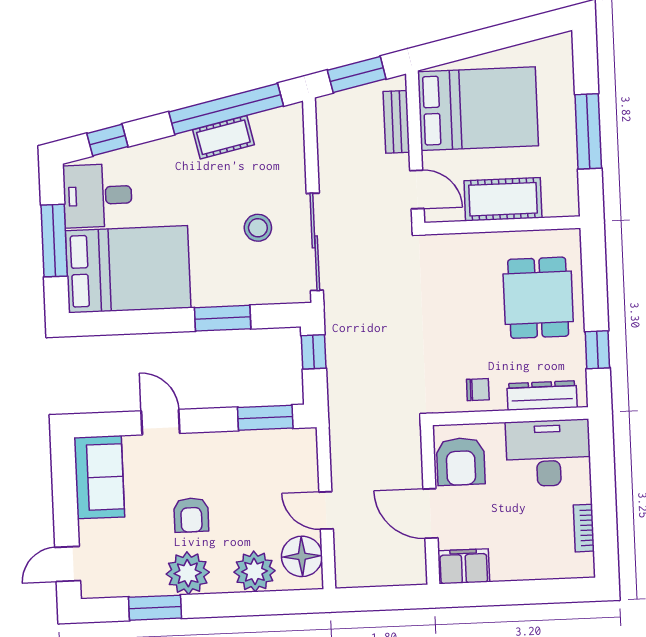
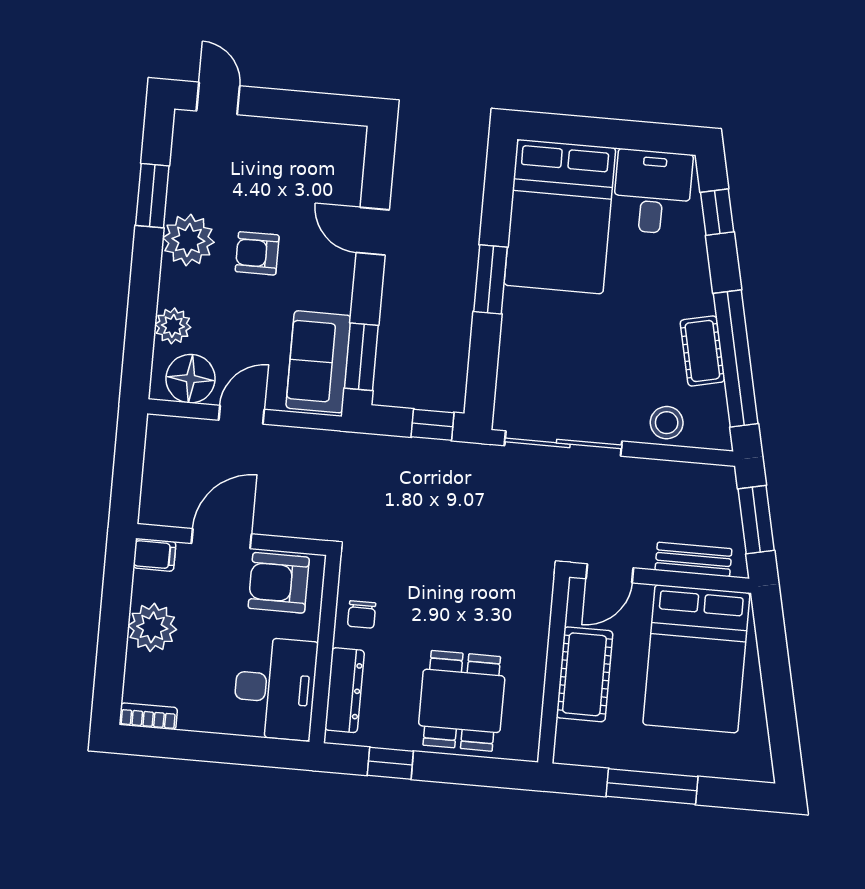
stool: (258, 228) -> (667, 423), moved
window: (54, 241) -> (606, 133), removed
dining table: (538, 298) -> (462, 701), turned 90
window: (223, 318) -> (491, 279), moved
door: (161, 422) -> (373, 231), swing flipped
sofa: (99, 477) -> (319, 362), moved, turned 90
bookcase: (584, 528) -> (148, 716), moved
plant: (511, 561) -> (152, 627), added
filing cabinet: (464, 566) -> (155, 555), width x0.50
plant: (255, 571) -> (173, 326), width x0.73, depth x0.73

